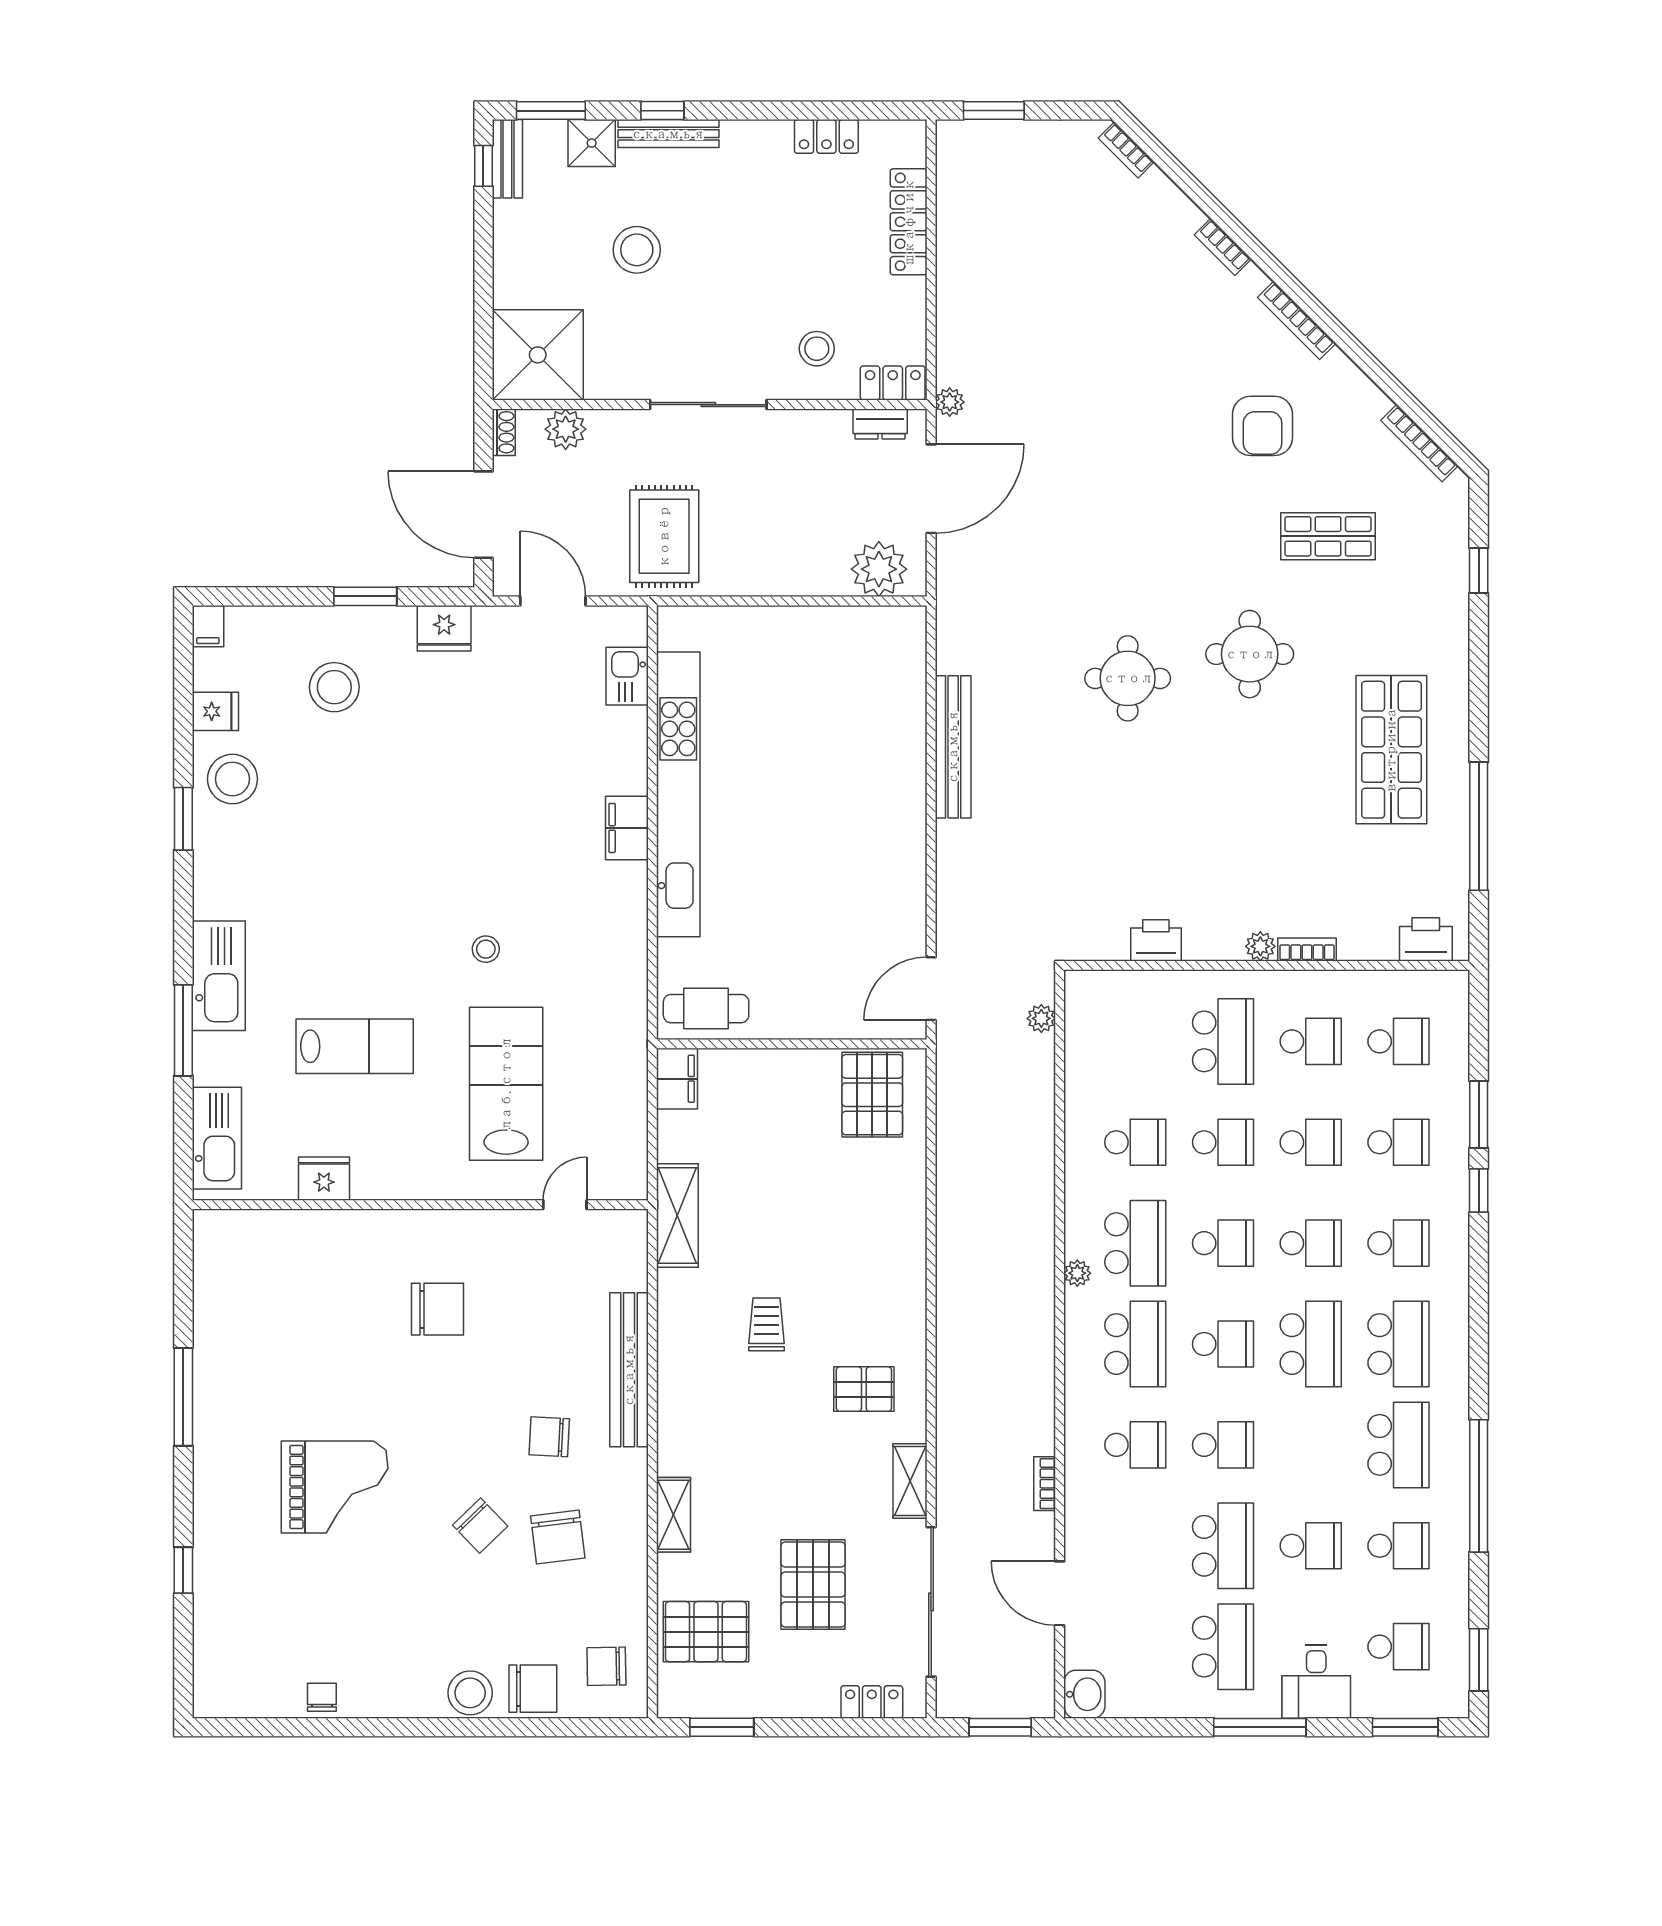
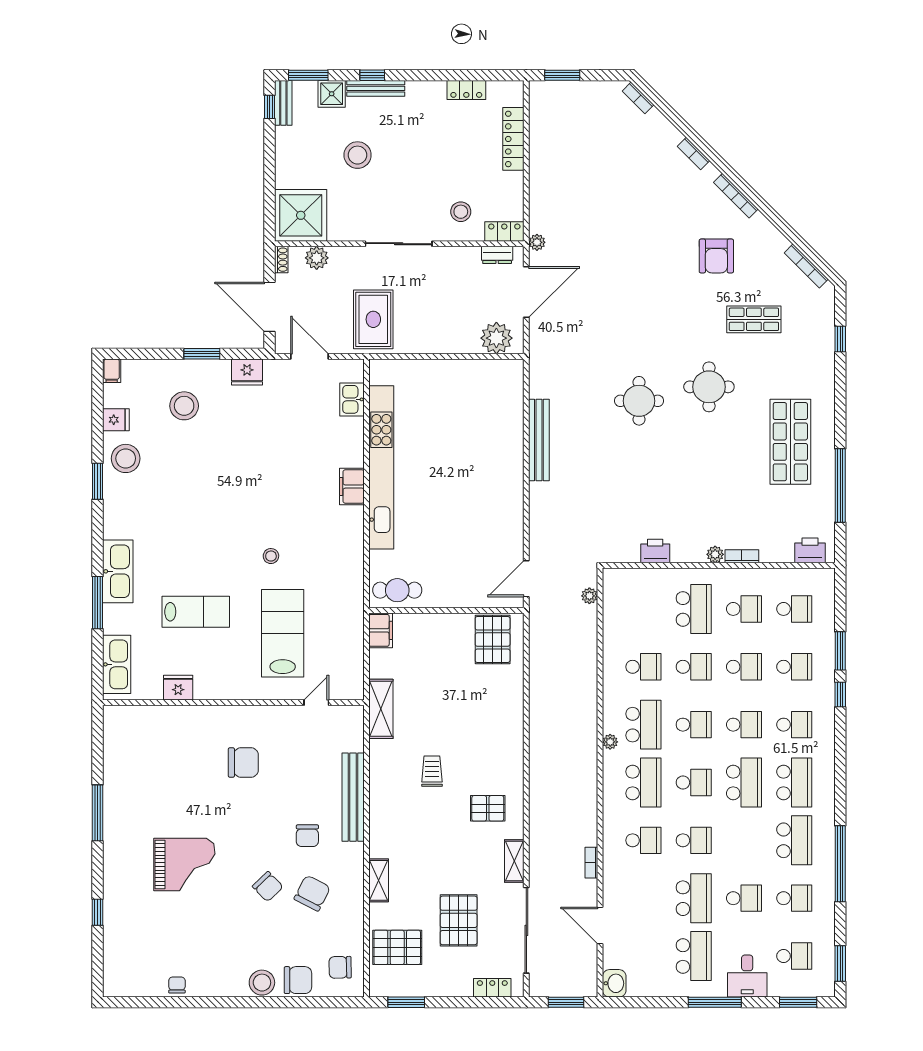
chair: (549, 1437) -> (307, 836), turned -93
chair: (558, 1537) -> (312, 893), turned -146

